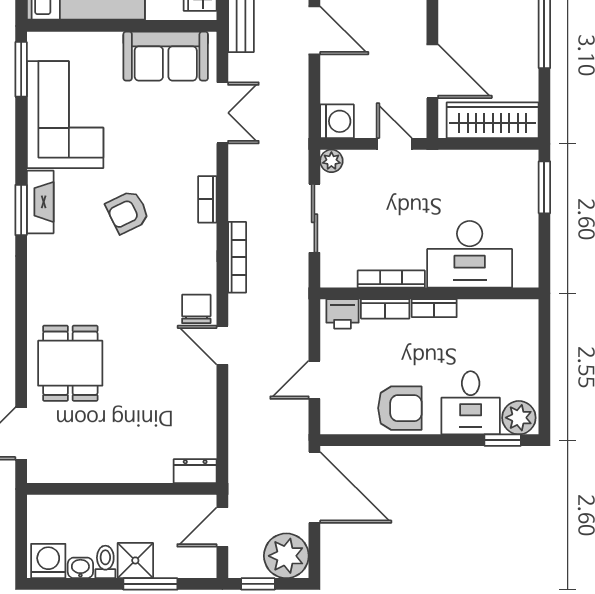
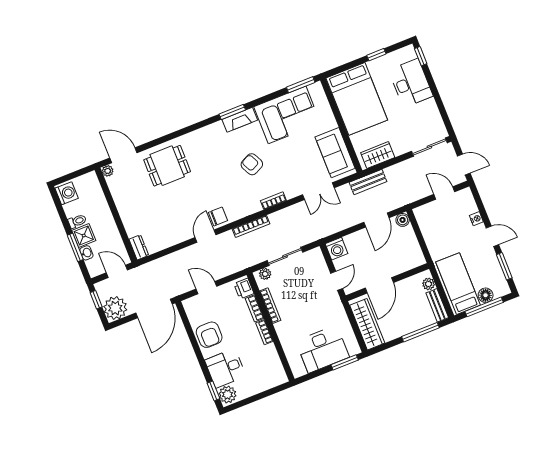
plant: (331, 161) -> (265, 274), moved
desk: (470, 254) -> (323, 349), moved, turned -90
plant: (38, 472) -> (108, 171), added
washbasin: (80, 568) -> (86, 253), moved

